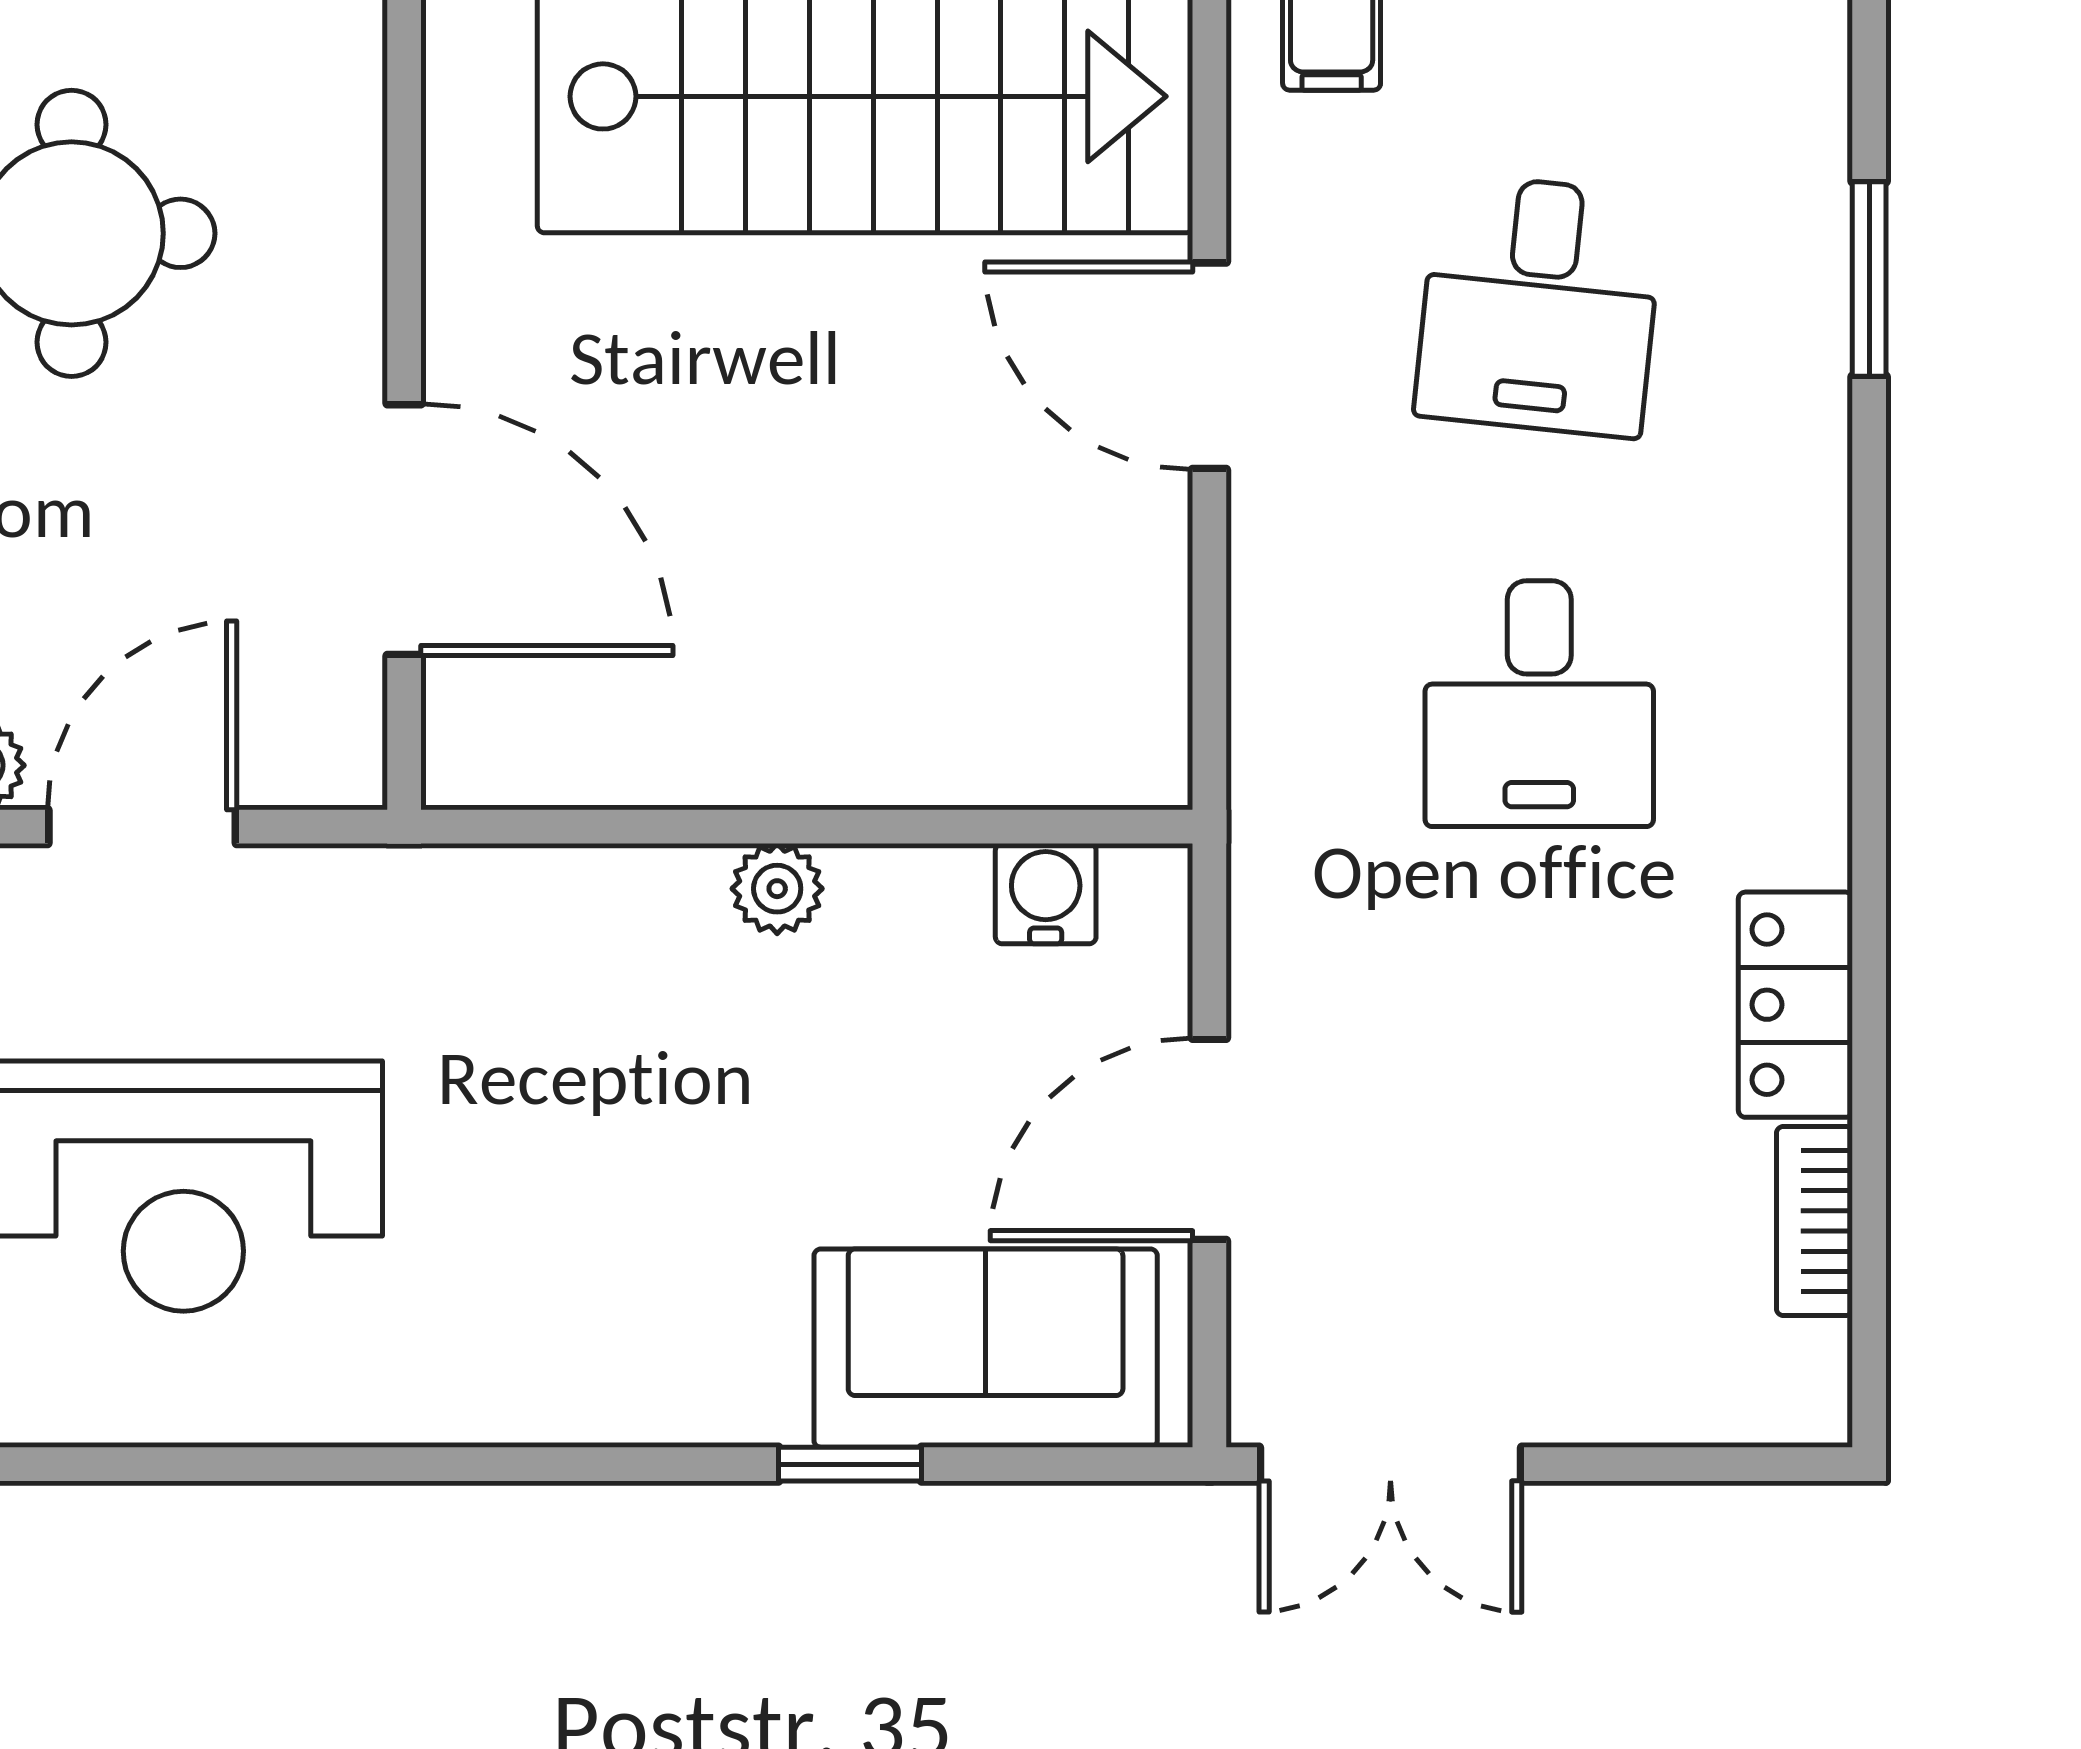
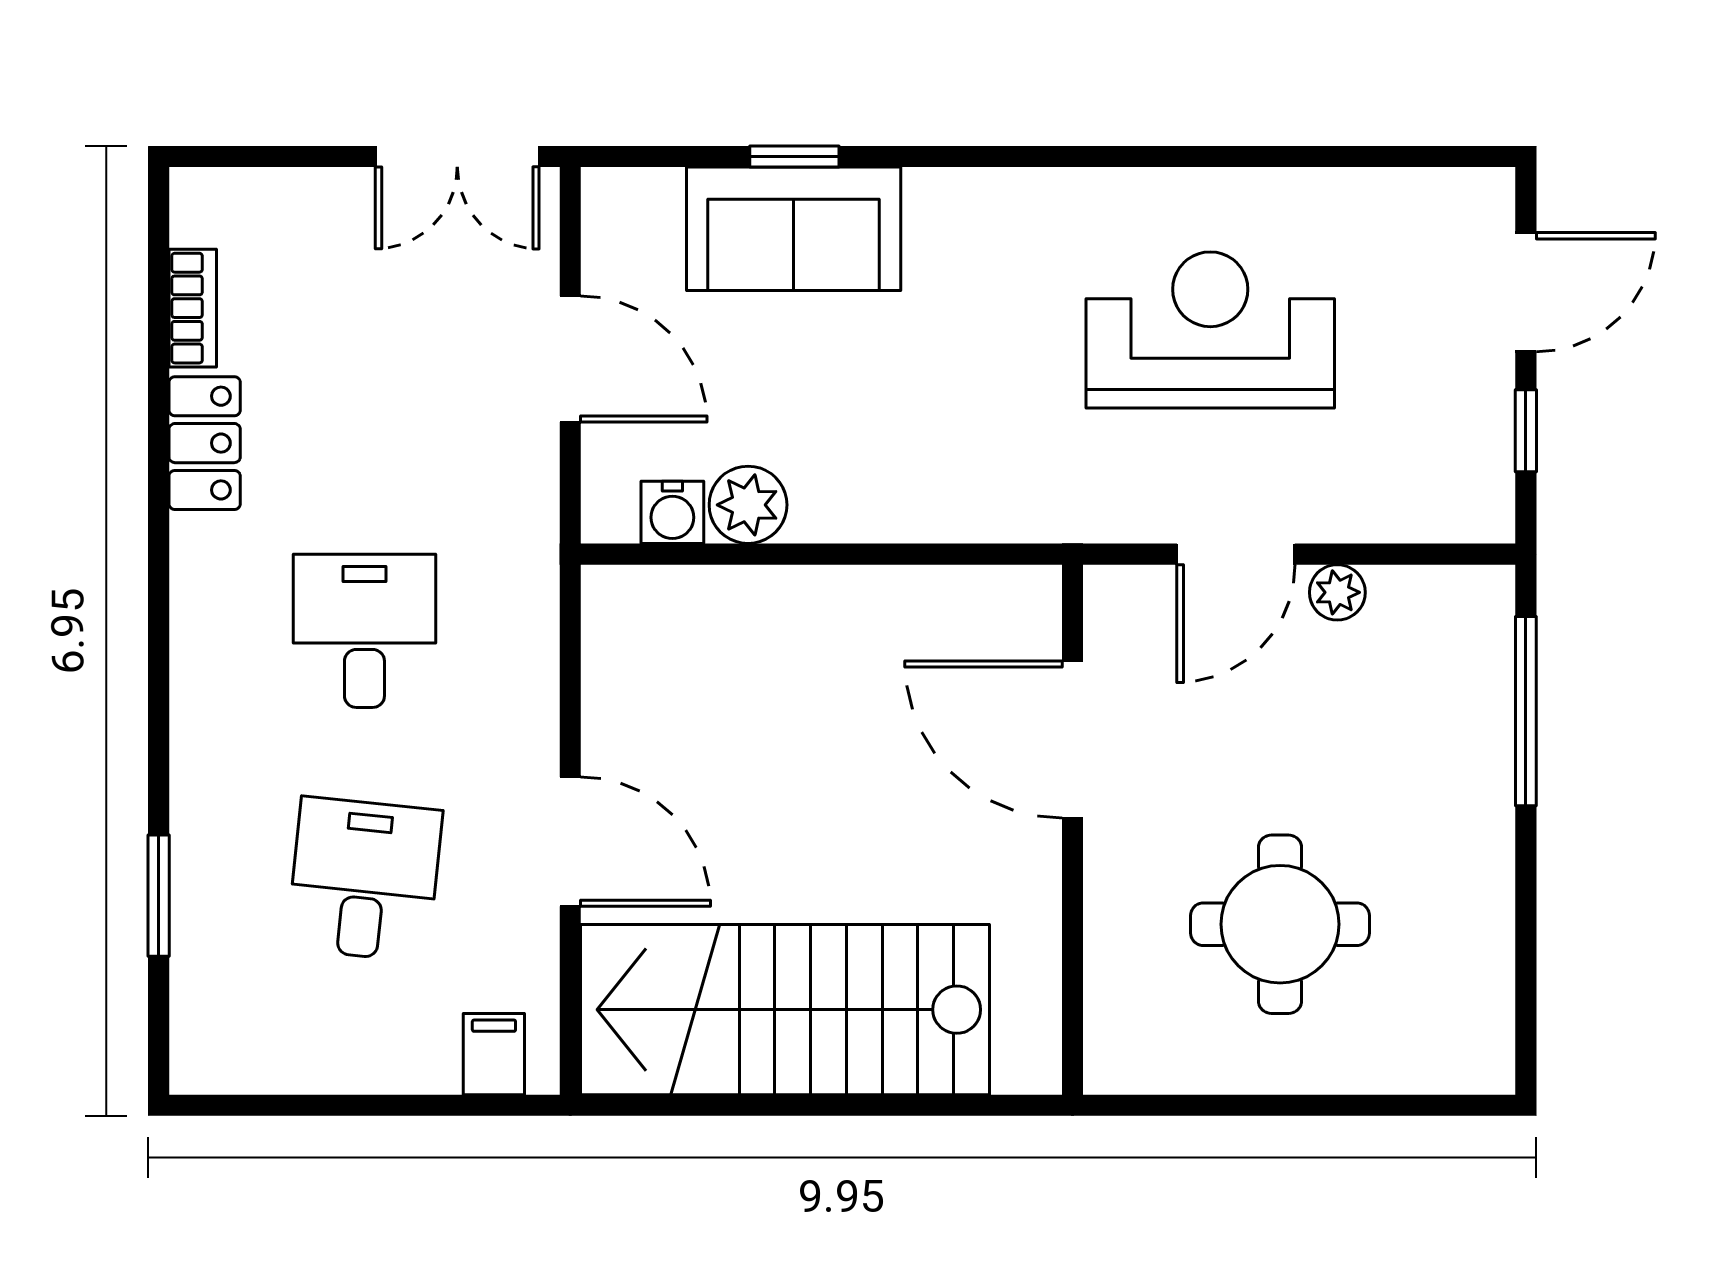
plant: (777, 889) -> (748, 505), moved, width x1.38, depth x1.38
door: (1209, 1139) -> (570, 359), hinge flipped
sofa: (986, 1348) -> (794, 229), moved
double door: (1390, 1464) -> (457, 156), swing flipped

